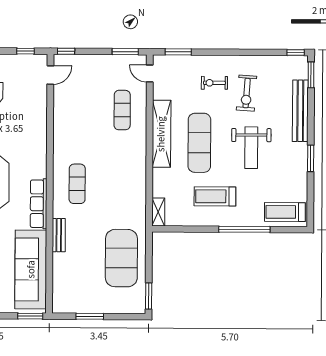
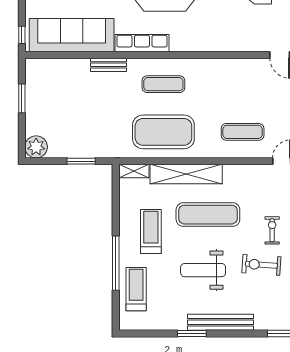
bench: (300, 111) -> (220, 322), moved
shelving: (161, 134) -> (186, 174), moved
treadmill: (285, 212) -> (136, 289), moved
exercise mat: (121, 258) -> (163, 132), moved
window: (149, 296) -> (81, 161), moved
plant: (135, 303) -> (36, 147), added
window: (30, 316) -> (22, 35), width x0.67

